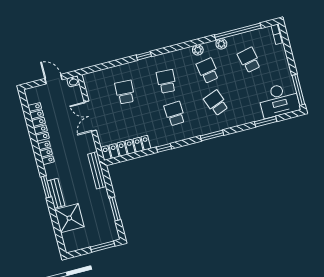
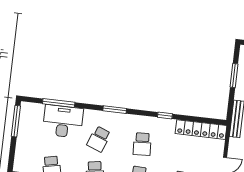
desk: (279, 100) -> (63, 121), moved
school desk: (216, 103) -> (99, 139), turned 42
window: (266, 122) -> (59, 103), width x1.44

